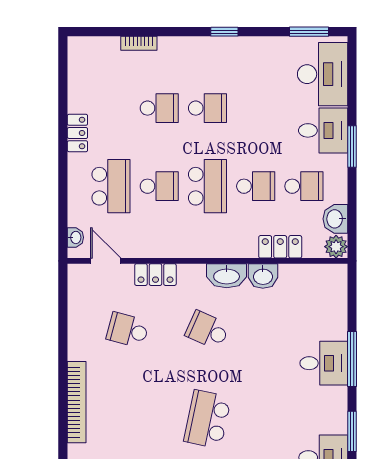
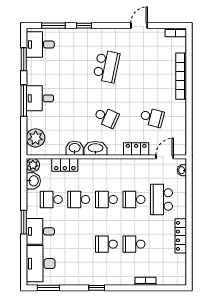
locker: (77, 133) -> (181, 236), width x1.53
school desk: (207, 186) -> (106, 200), width x0.54
door: (106, 261) -> (165, 157), swing flipped
plant: (331, 294) -> (36, 138), added

